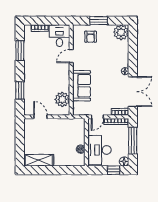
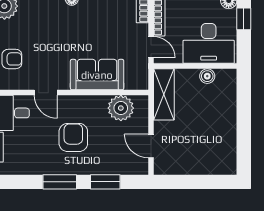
window: (20, 51) -> (60, 182), moved
armchair: (45, 72) -> (73, 137), added
door: (40, 117) -> (151, 146), hinge flipped
shelving: (39, 160) -> (164, 94), moved

